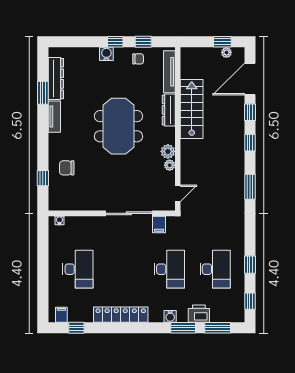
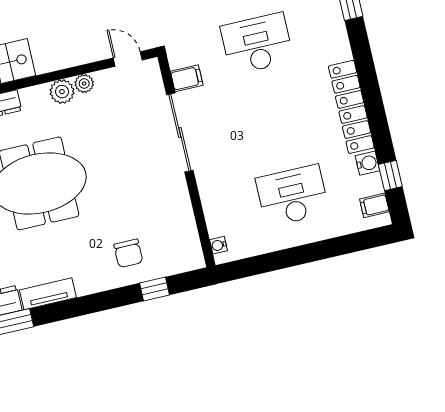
water cooler: (170, 316) -> (367, 163), moved

